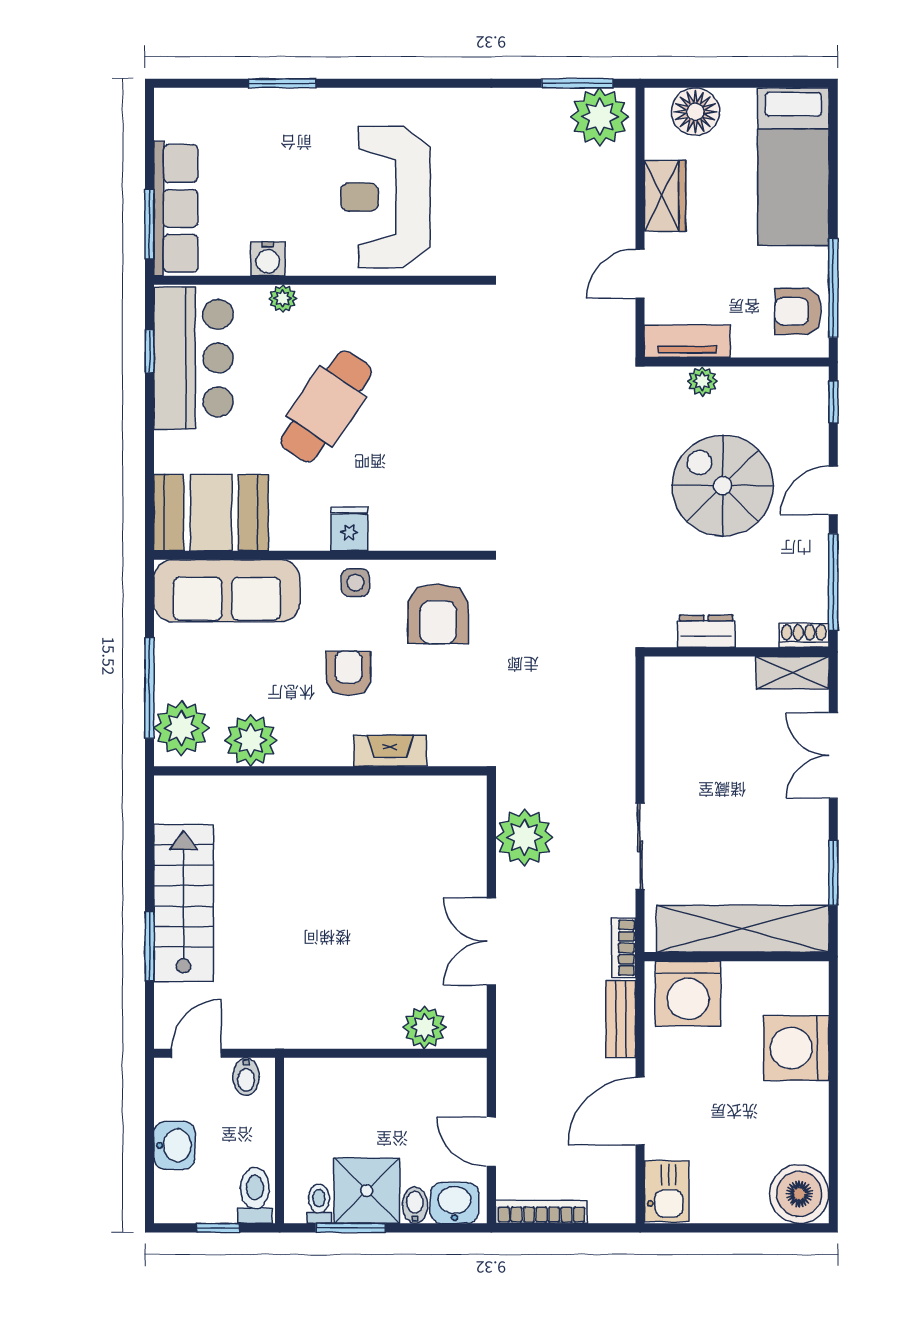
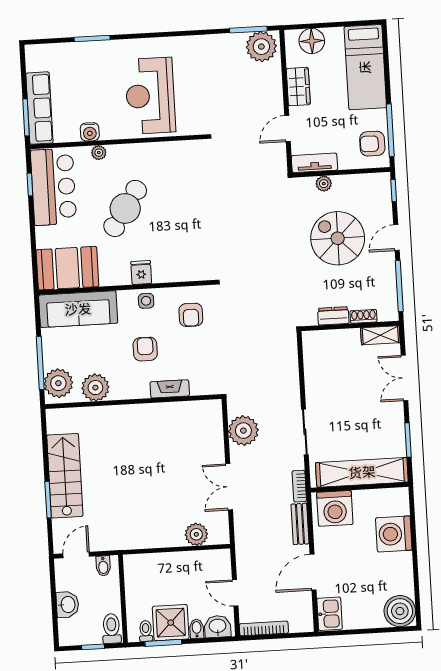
armchair: (438, 614) -> (191, 315), width x0.72, depth x0.72
shoe rack: (804, 635) -> (363, 316), moved

